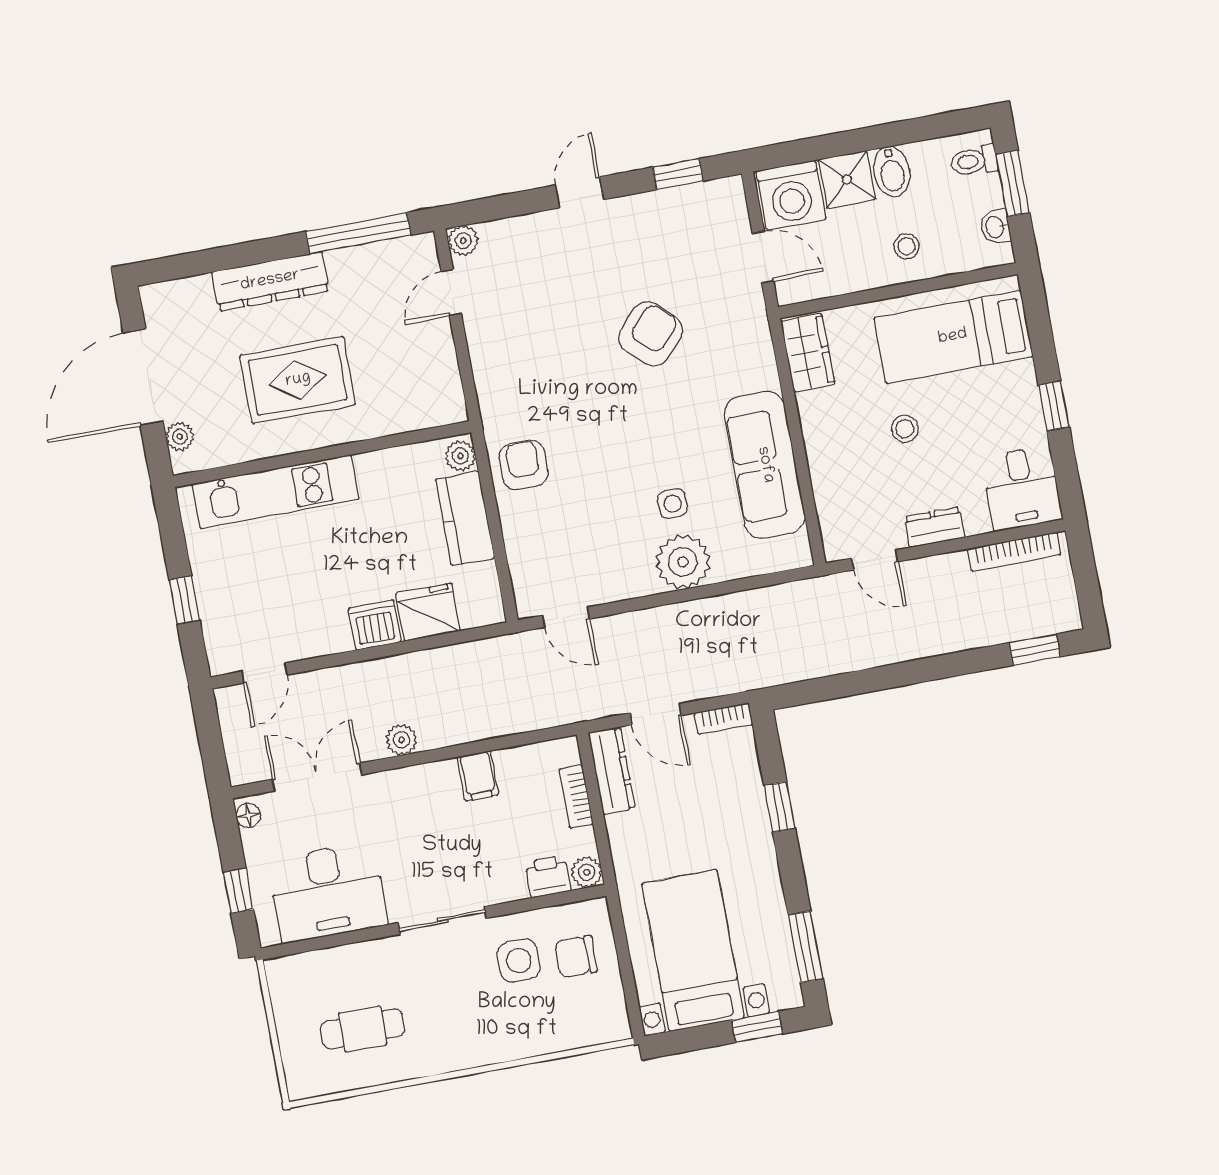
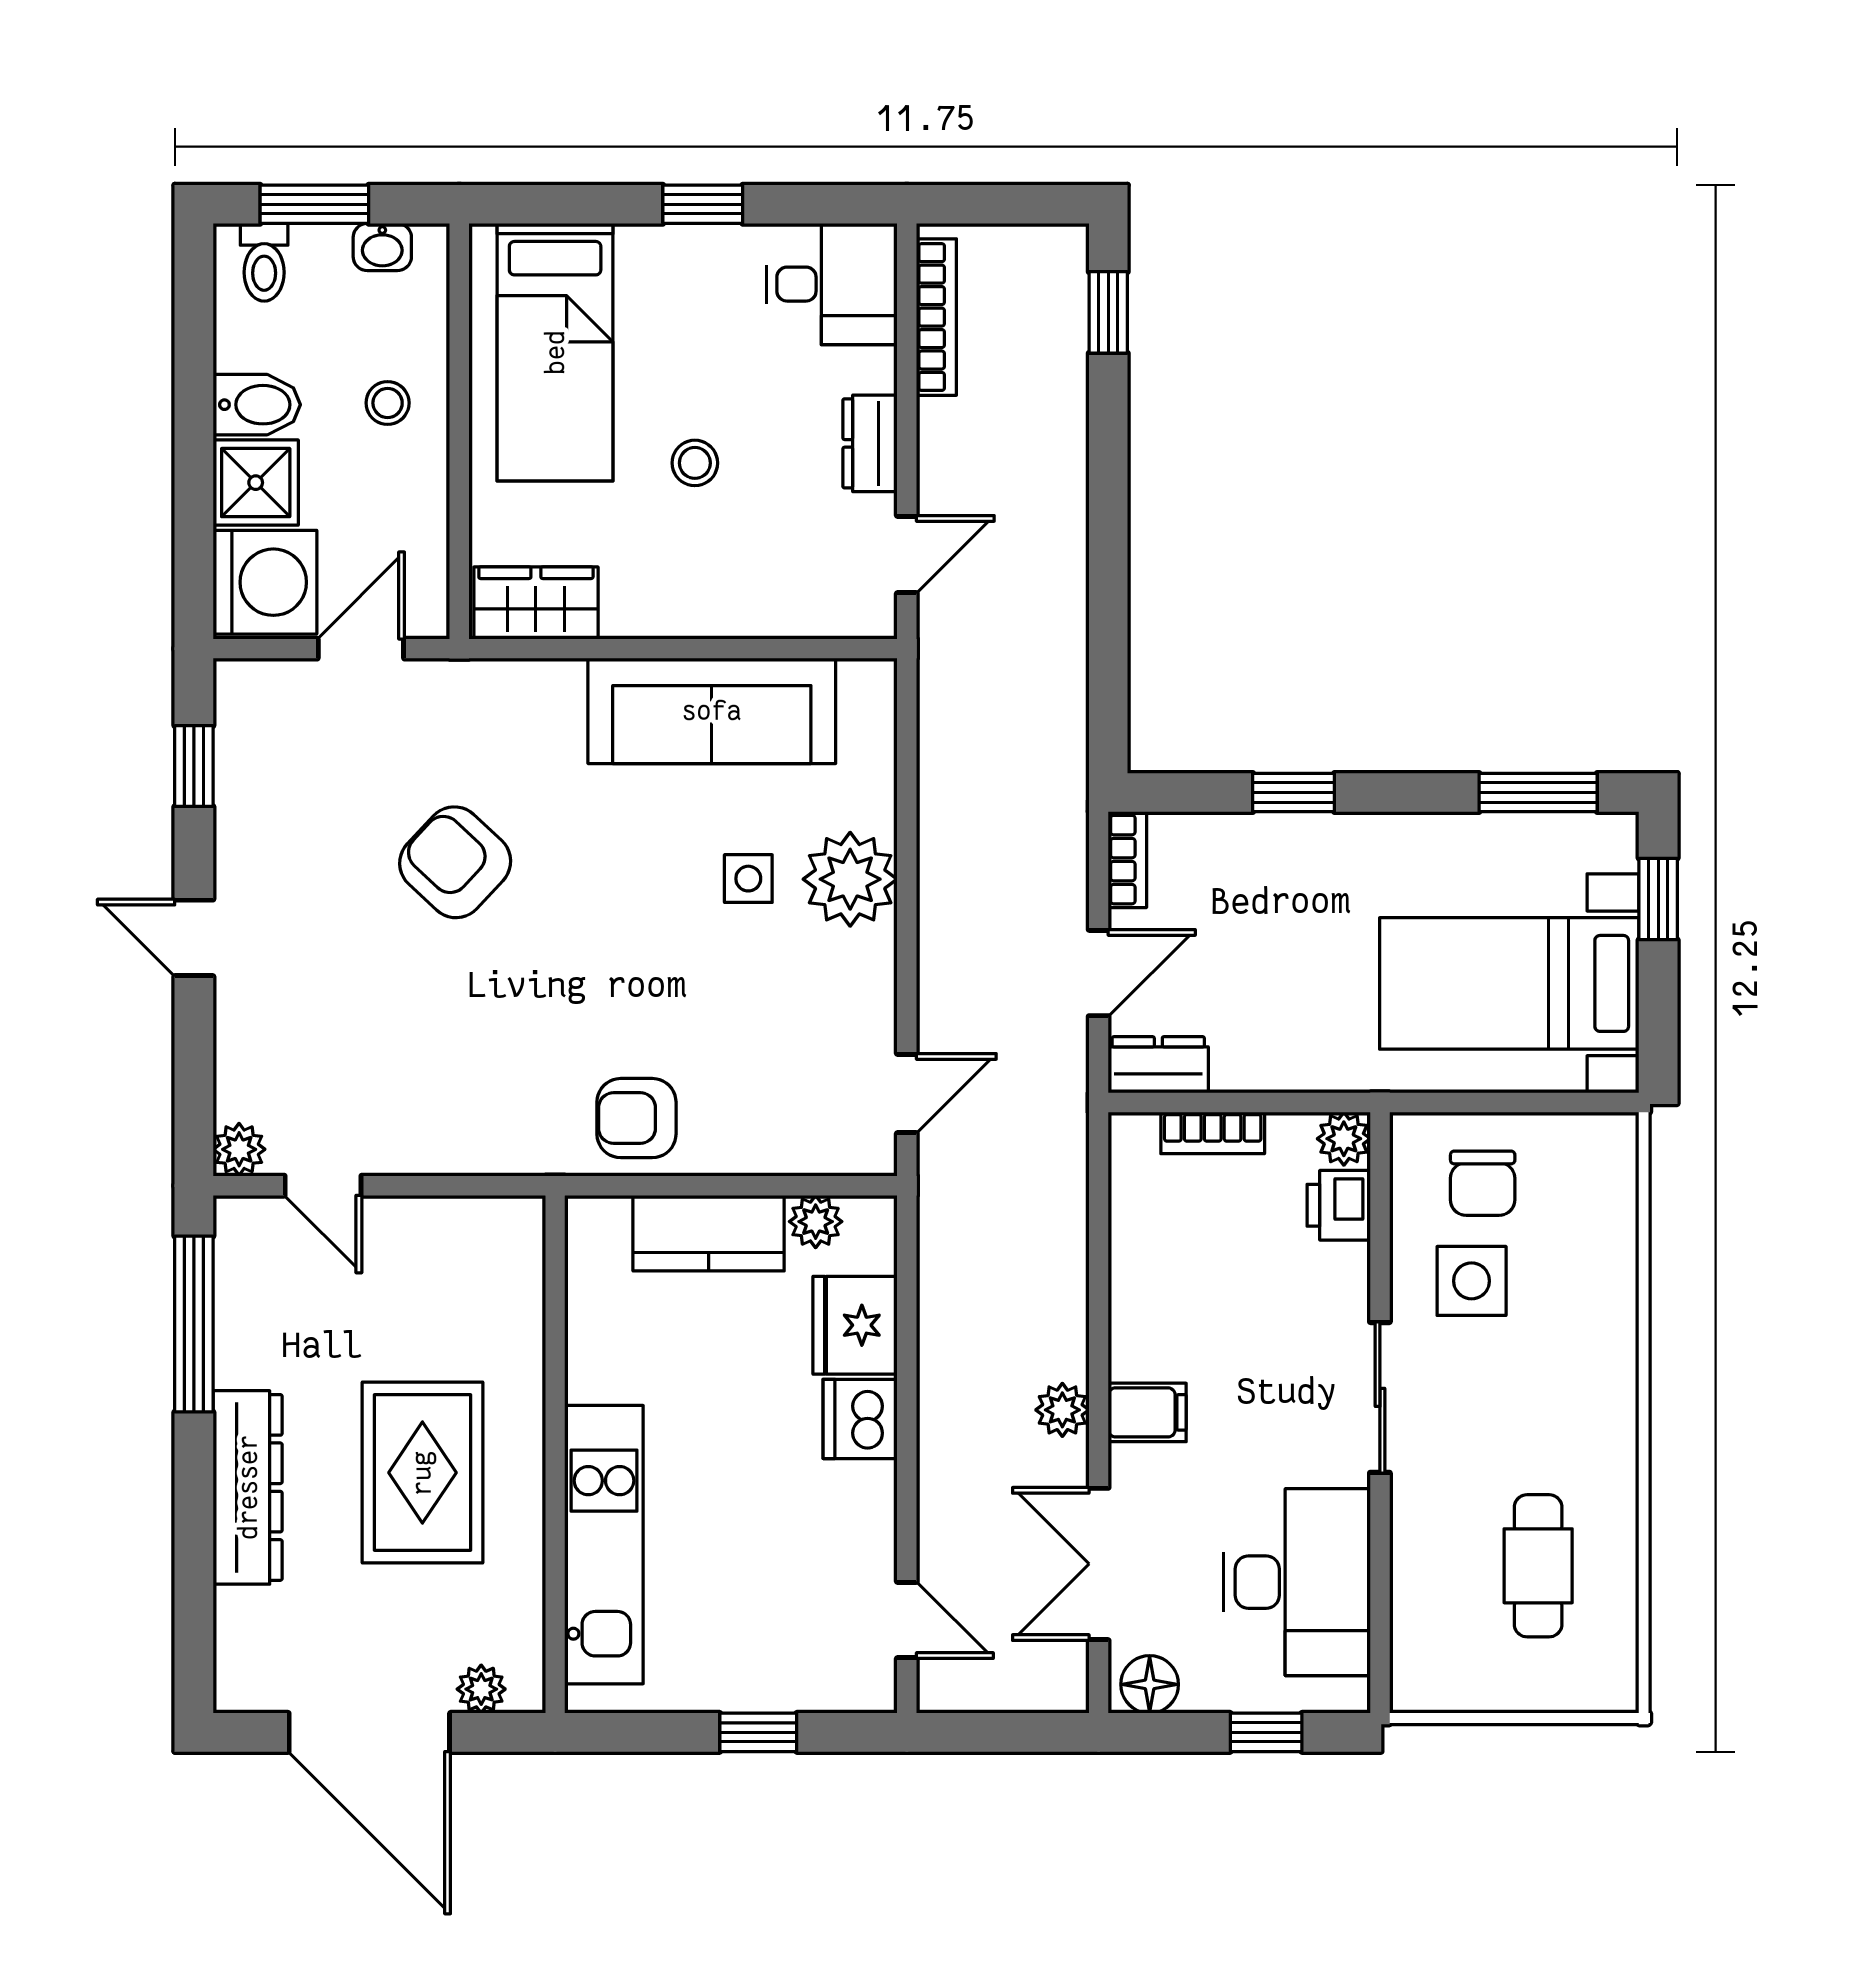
plant: (460, 456) -> (816, 1222), moved
dresser: (612, 771) -> (1158, 1065), width x0.70
filing cabinet: (478, 776) -> (1147, 1412), moved
floor lamp: (248, 815) -> (1150, 1684), width x1.37, depth x1.37

